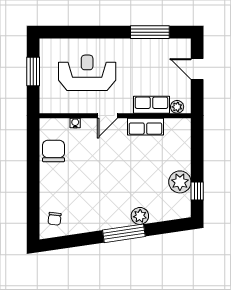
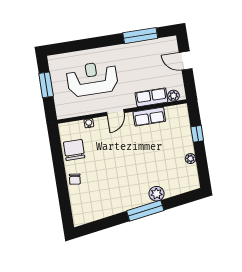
plant: (180, 182) -> (190, 159), width x0.53, depth x0.53
window: (197, 191) -> (197, 134), moved
chair: (55, 219) -> (75, 179), moved

